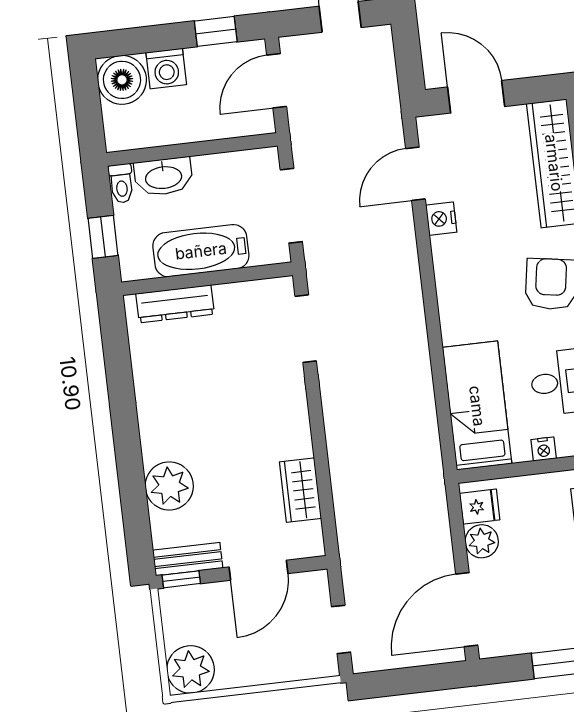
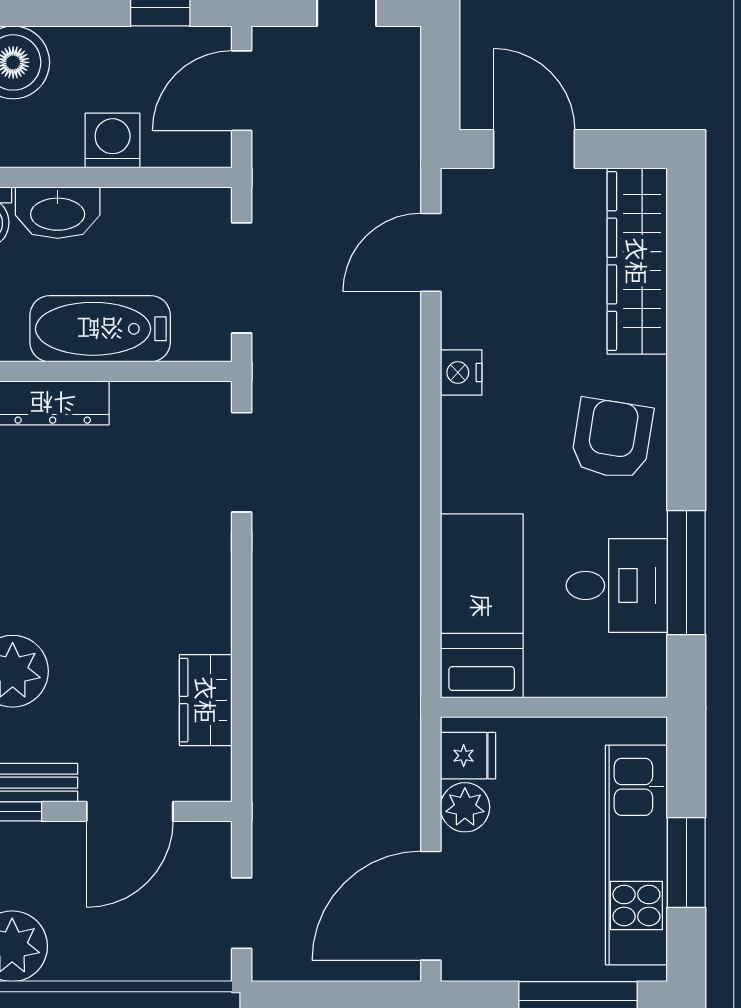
washing machine: (166, 69) -> (113, 141), moved, turned 180
nightstand: (441, 219) -> (461, 373), moved
nightstand: (544, 449) -> (572, 682), removed

